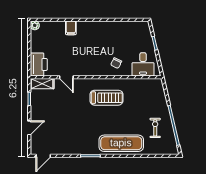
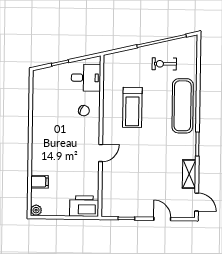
filing cabinet: (71, 28) -> (40, 182), moved
door: (66, 77) -> (101, 153), moved
shelving: (42, 84) -> (189, 174), moved
treadmill: (106, 98) -> (132, 107), moved, turned 180

